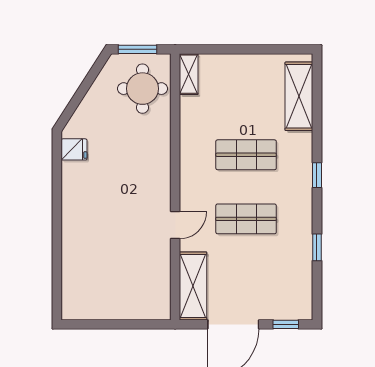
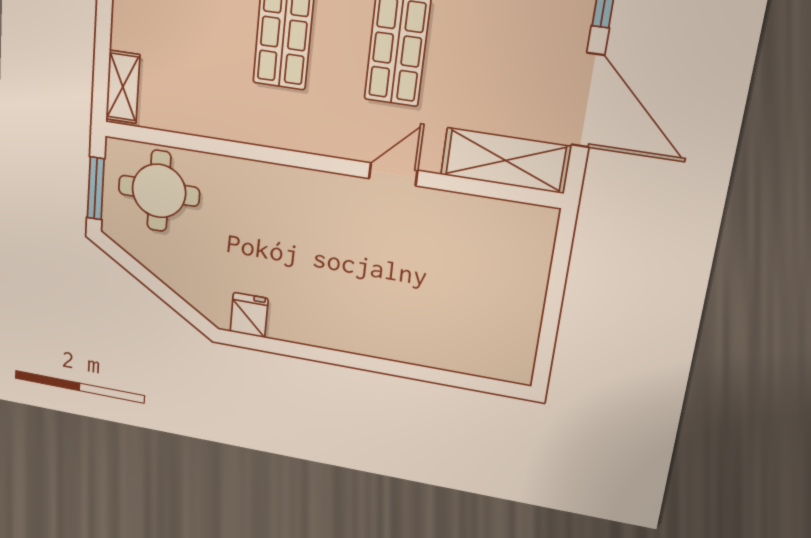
shelving: (189, 74) -> (123, 87), moved, turned 90
door: (175, 225) -> (393, 174), hinge flipped

